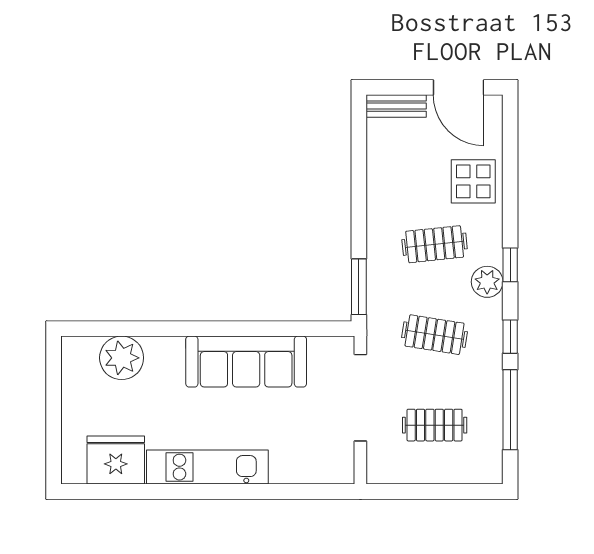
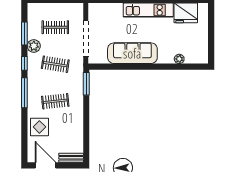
window: (510, 265) -> (24, 93), width x2.17
plant: (487, 282) -> (34, 46), moved
plant: (122, 358) -> (179, 59), width x0.53, depth x0.53
window: (510, 410) -> (24, 33), width x0.69

